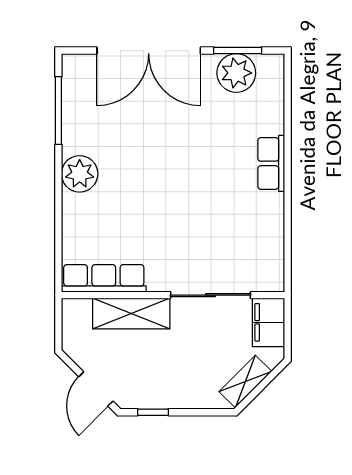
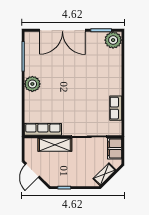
plant: (236, 73) -> (113, 40), moved
row of seats: (271, 163) -> (116, 108), moved
door: (96, 389) -> (32, 170), moved

